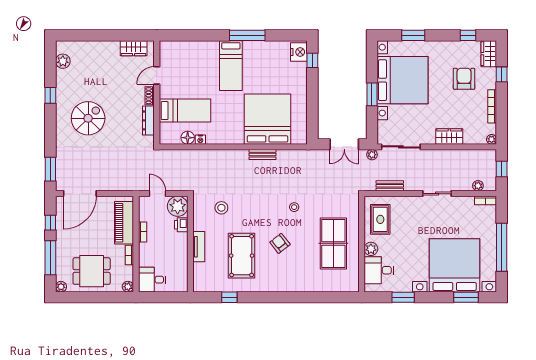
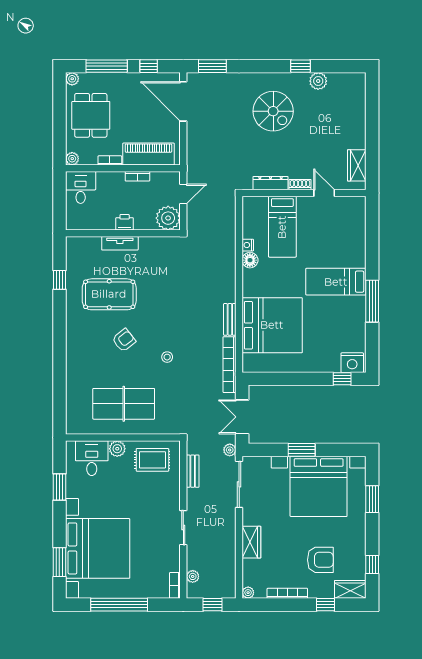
plant: (63, 61) -> (318, 81), moved
floor lamp: (188, 138) -> (250, 260), moved
bookcase: (300, 155) -> (230, 365), added
stool: (221, 208) -> (166, 270), removed
printer: (181, 225) -> (125, 222), moved

